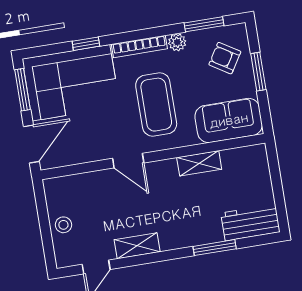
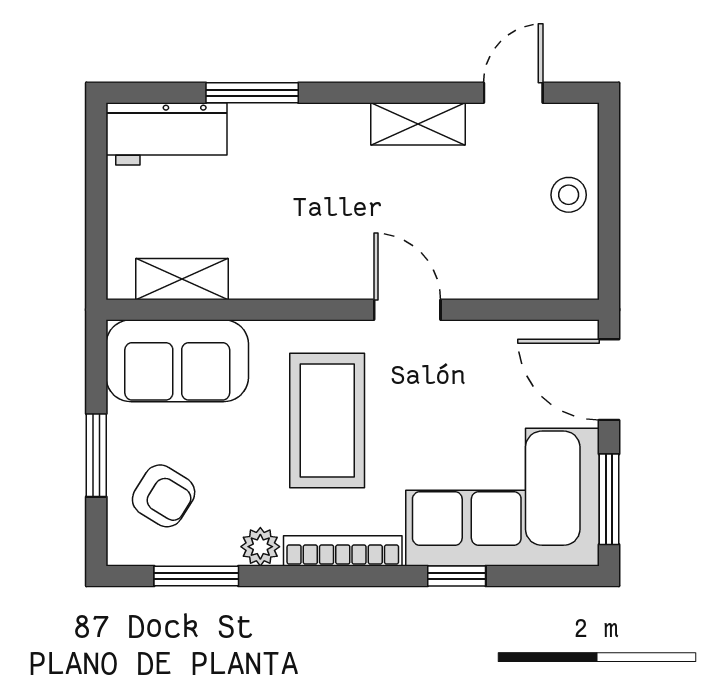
door: (31, 144) -> (609, 380), hinge flipped
shelving: (199, 163) -> (182, 279), moved

